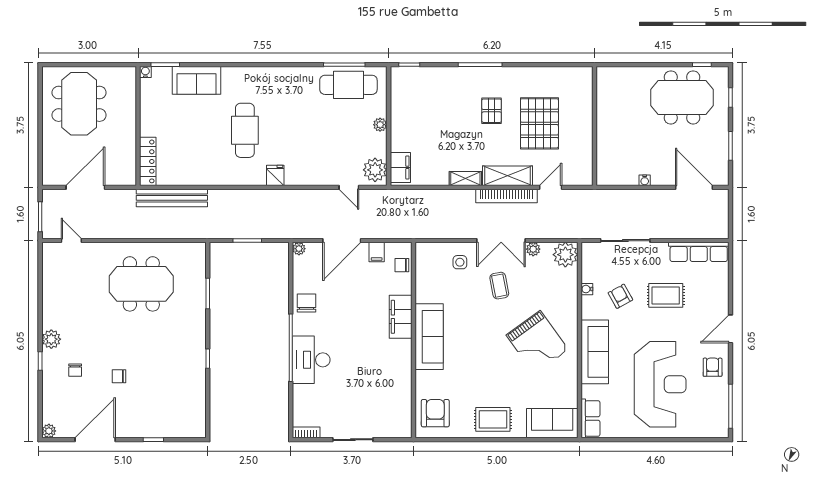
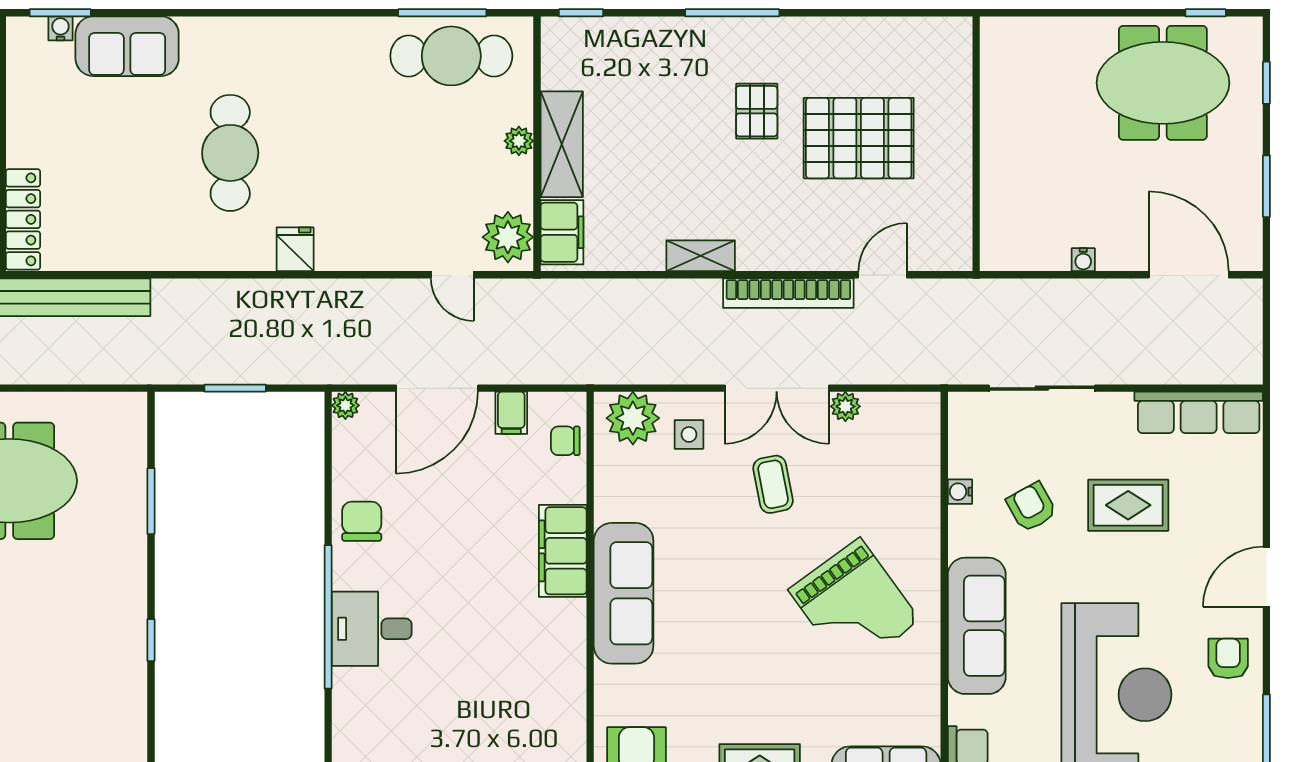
water cooler: (145, 72) -> (60, 28), moved
pallet: (539, 123) -> (859, 138), turned 90
shelving: (508, 176) -> (562, 144), moved, turned 90
plant: (565, 255) -> (633, 418), moved
desk: (311, 360) -> (372, 629), width x0.73

